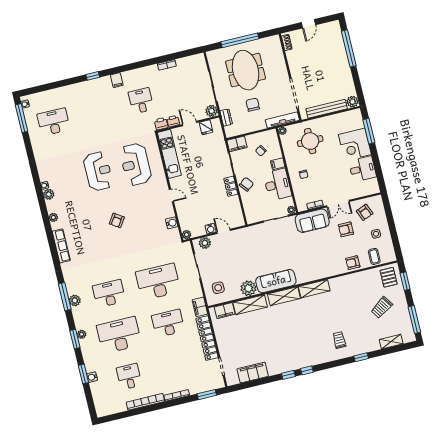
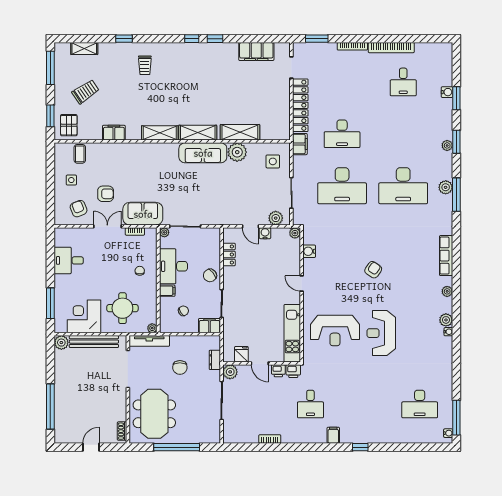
meeting table: (246, 70) -> (154, 414), moved
corner desk: (355, 144) -> (84, 316), moved, turned -90
reception desk: (136, 164) -> (335, 331), turned 90
locker: (231, 186) -> (229, 255), moved
armchair: (353, 263) -> (107, 153), removed
desk: (109, 294) -> (403, 186), width x1.36, depth x1.30
filing cabinet: (225, 311) -> (114, 133), moved
desk: (119, 335) -> (403, 134), removed

